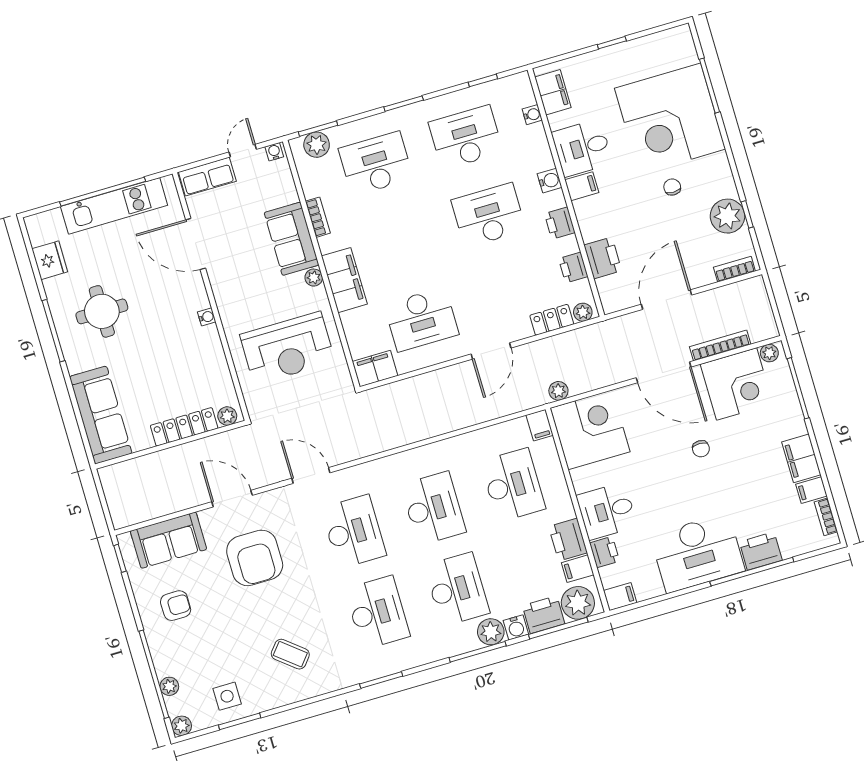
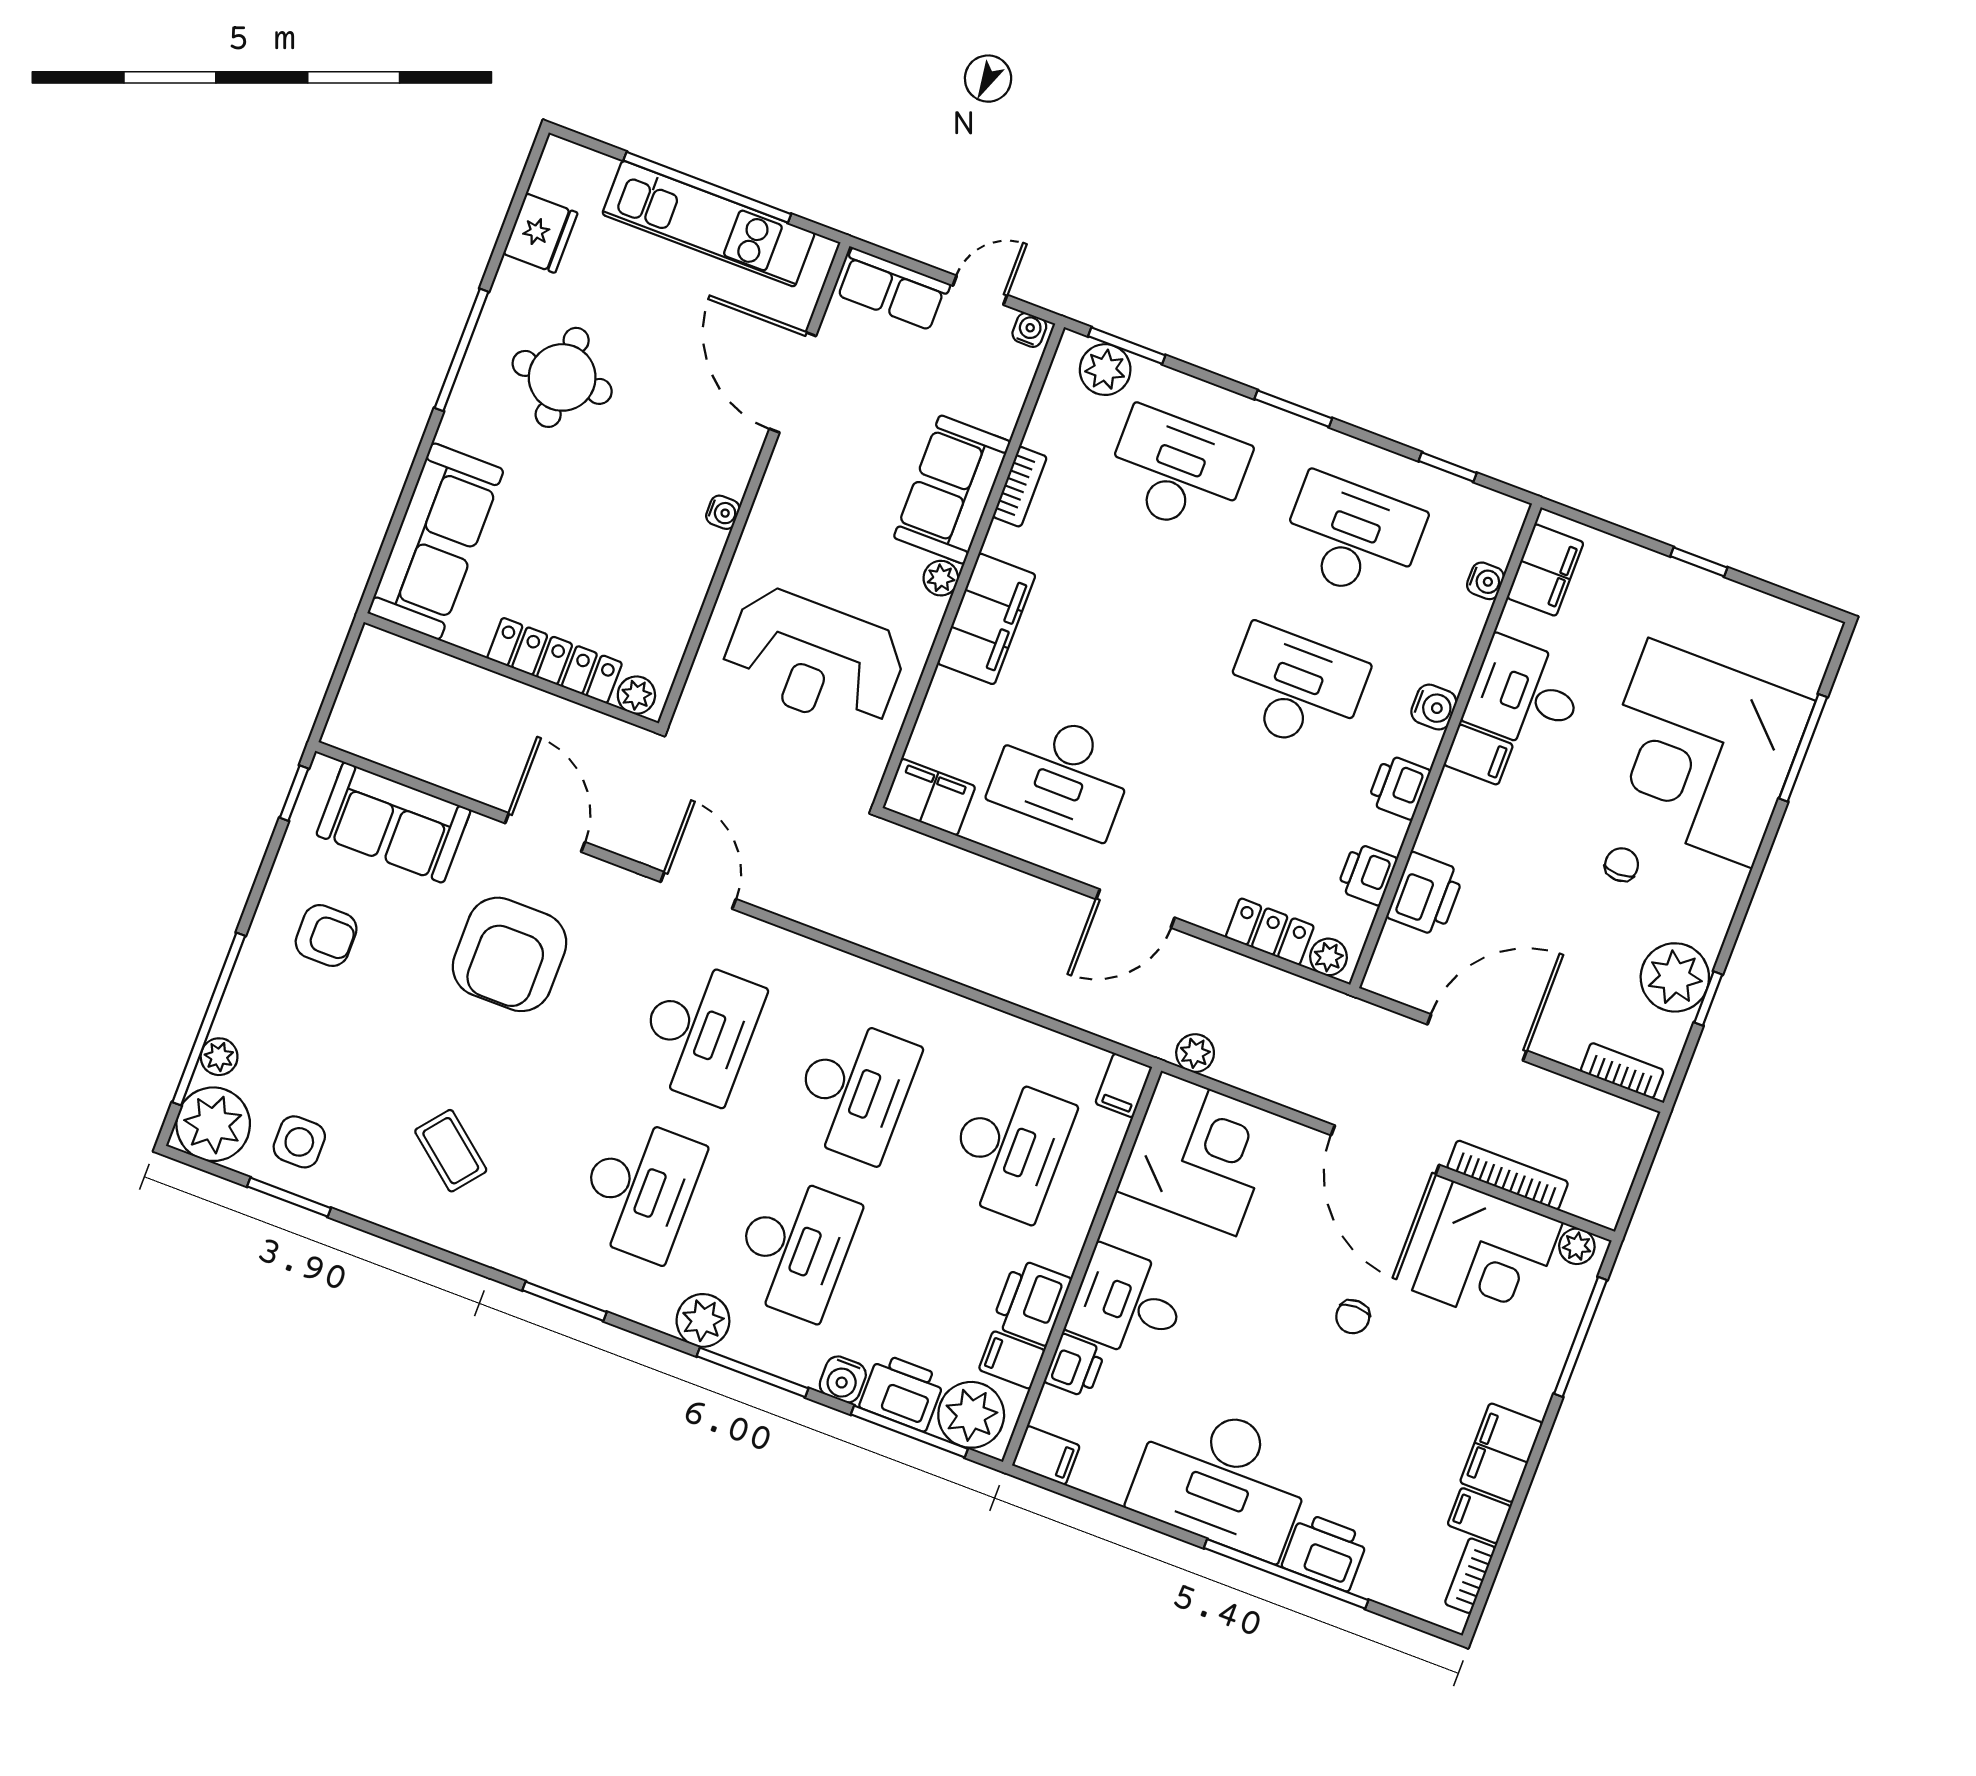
plant: (491, 632) -> (703, 1320), moved
plant: (182, 726) -> (213, 1124), width x1.88, depth x1.88

